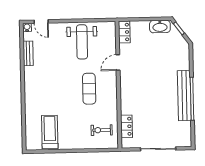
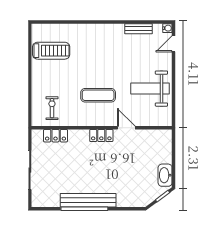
locker: (124, 32) -> (101, 136), moved

